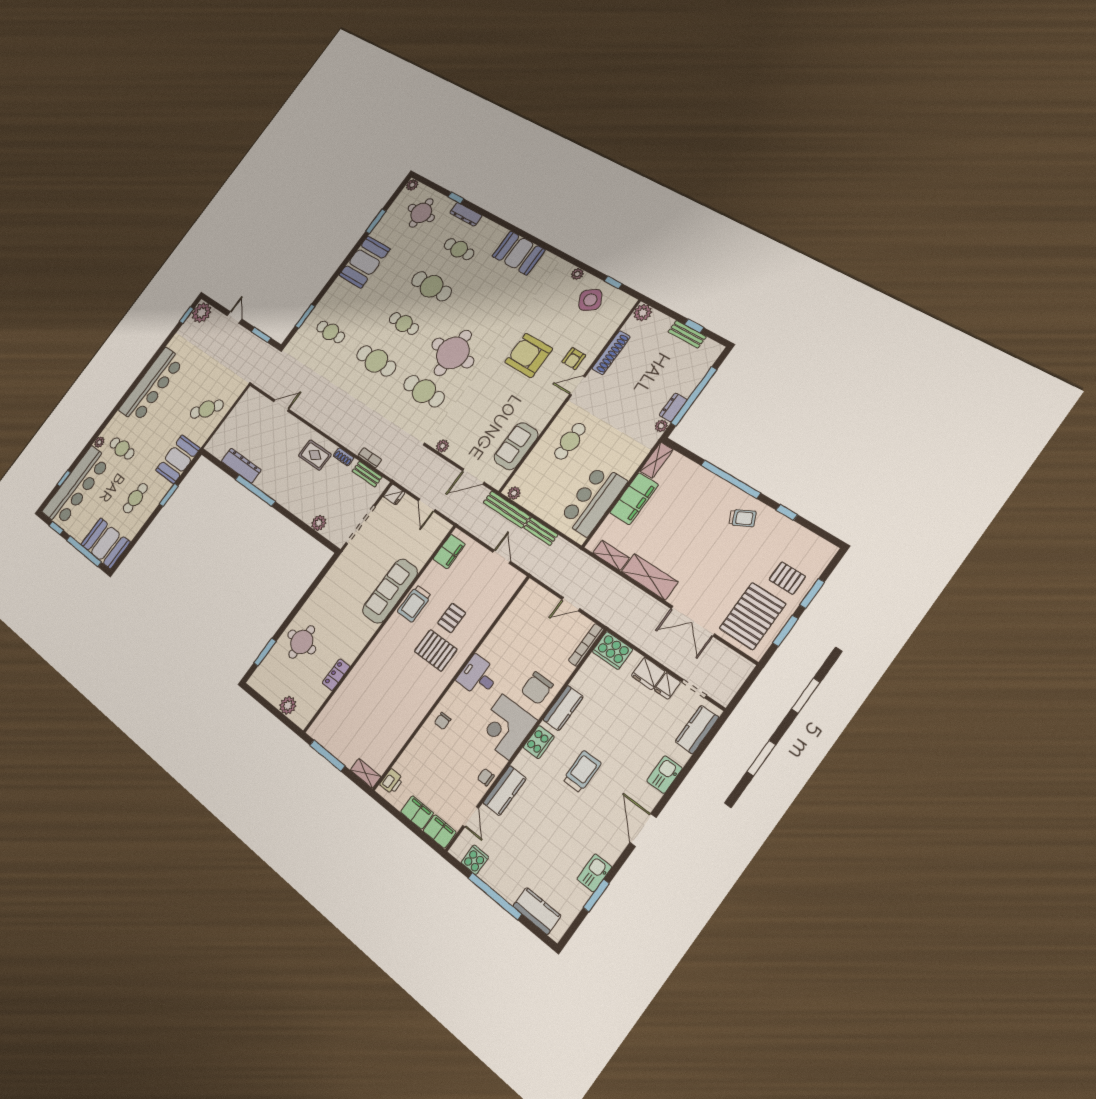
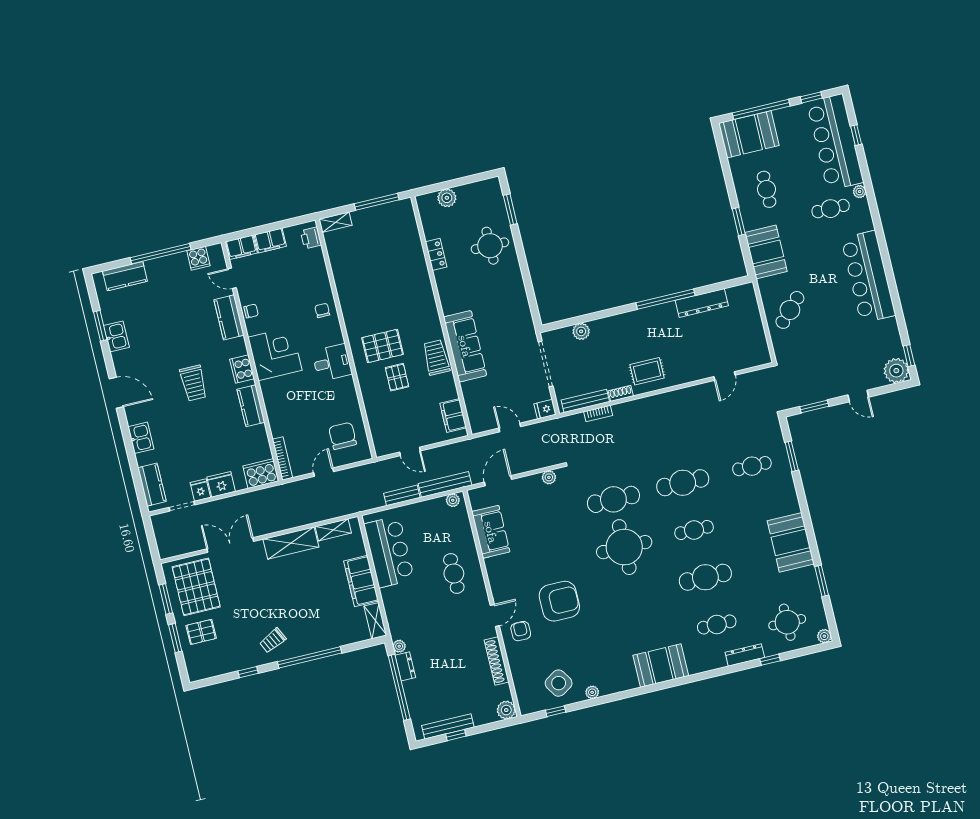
bench: (687, 334) -> (448, 726), width x1.36
bench: (367, 474) -> (585, 401), width x1.36
chair: (537, 688) -> (343, 436), moved

